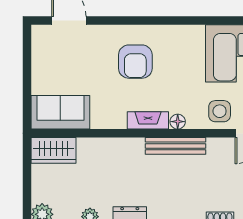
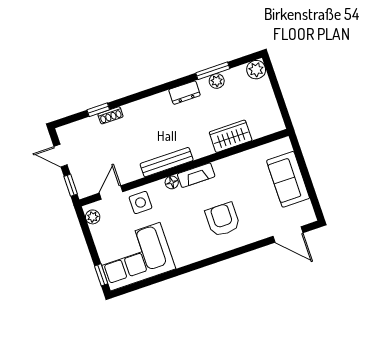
sofa: (60, 112) -> (288, 179), moved, turned 90
wardrobe: (54, 150) -> (231, 136), moved

